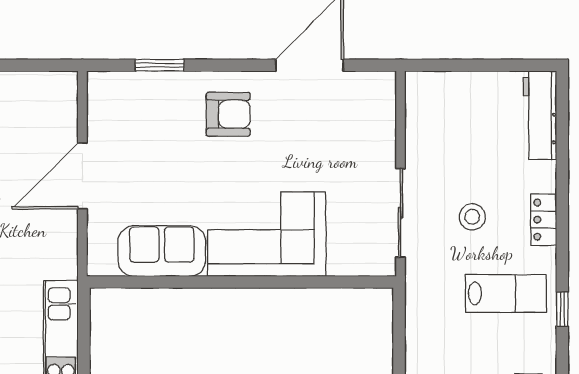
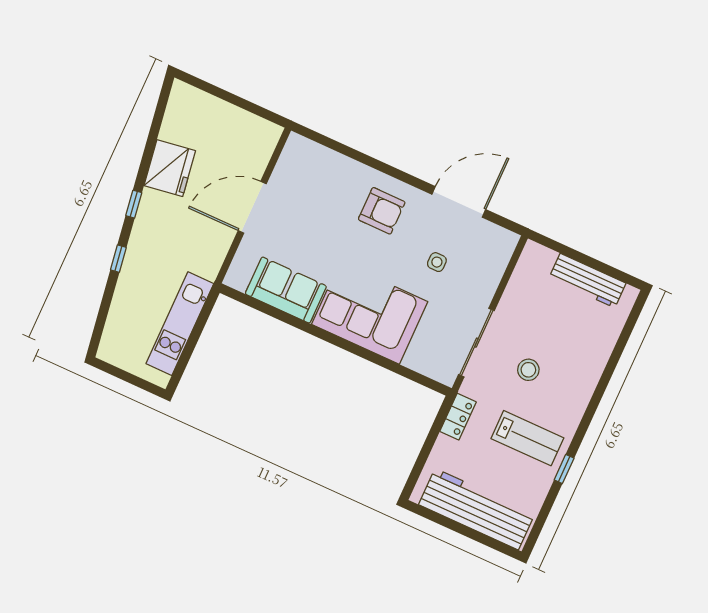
window: (160, 65) -> (347, 151), removed
workbench: (540, 115) -> (587, 281), moved, turned -90
side table: (316, 143) -> (437, 262), added
locker: (544, 220) -> (458, 417), moved, turned 180

